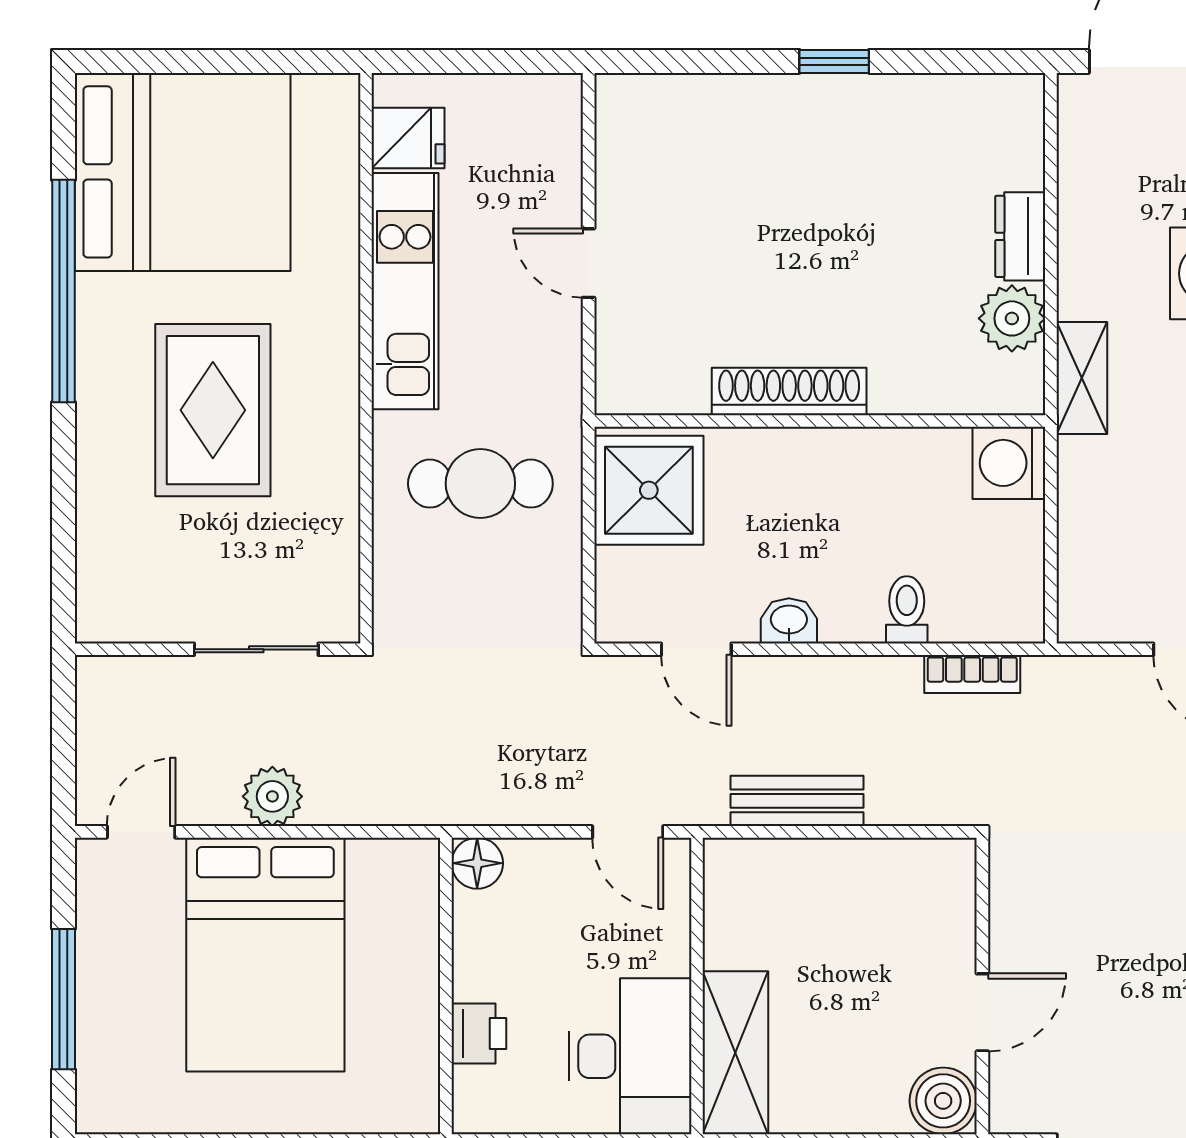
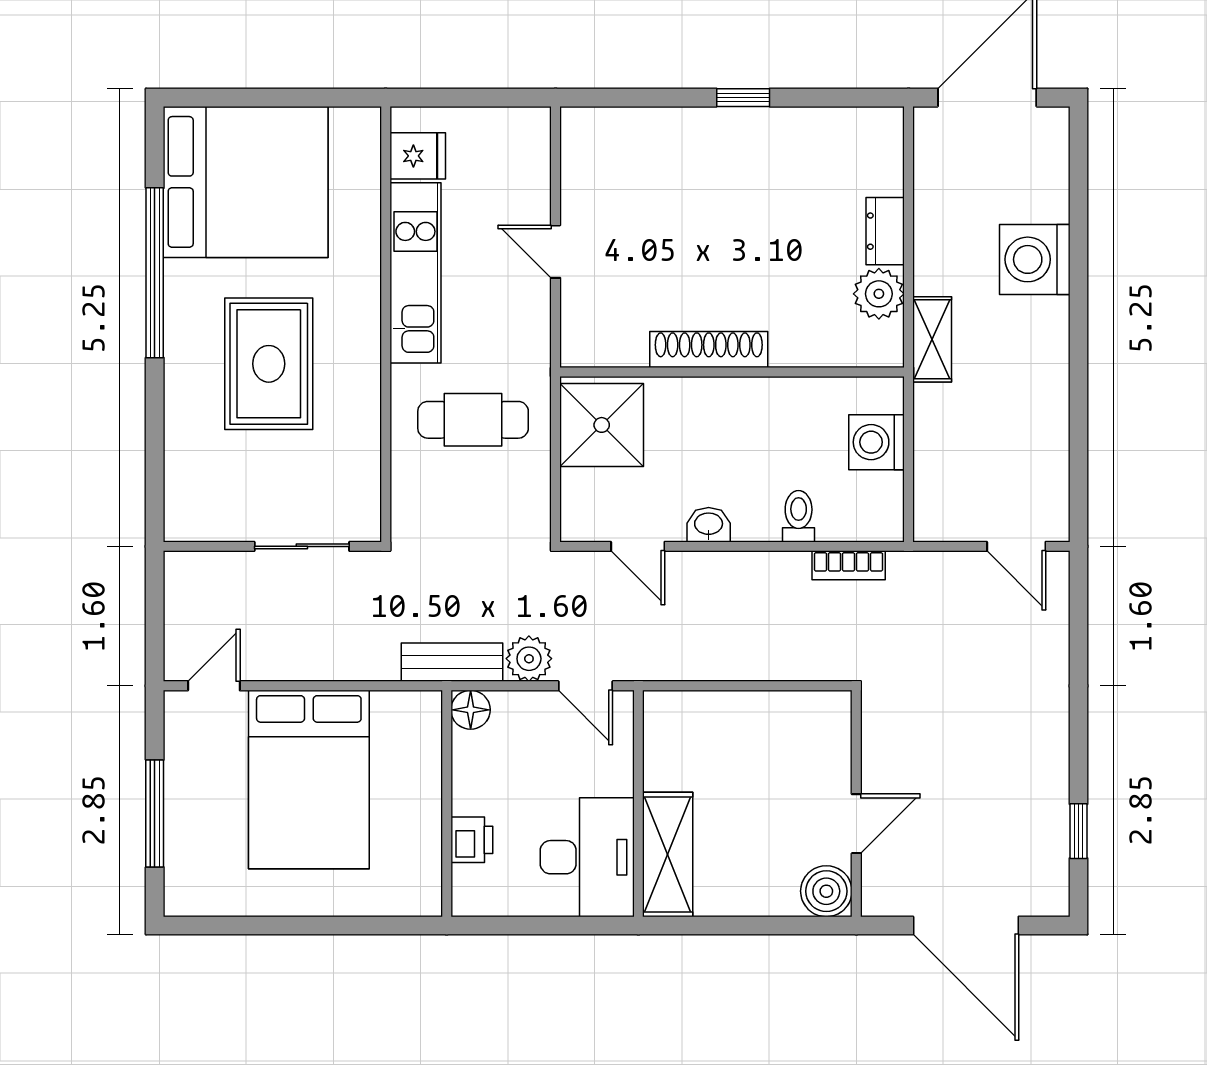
washing machine: (1009, 463) -> (877, 442), moved
plant: (272, 796) -> (529, 659), moved
bench: (797, 801) -> (452, 662), moved

